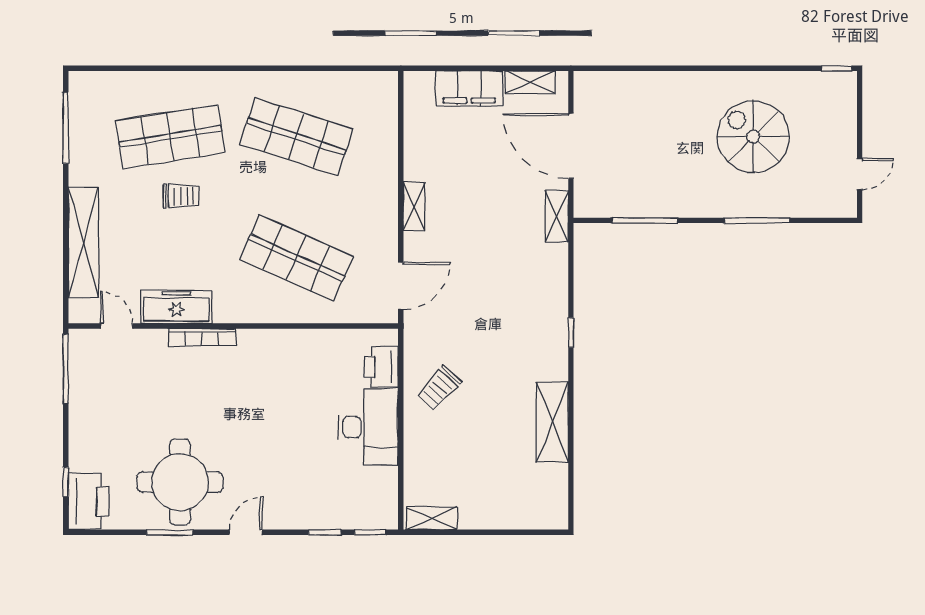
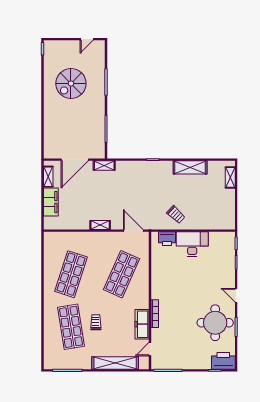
door: (860, 174) -> (87, 39), swing flipped
shelving: (432, 518) -> (230, 177), moved

